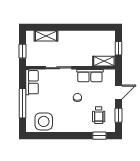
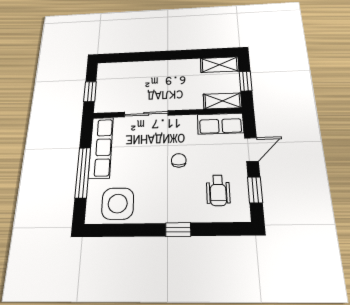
shelving: (46, 36) -> (220, 65), moved
row of seats: (90, 76) -> (220, 124), moved
row of seats: (32, 82) -> (101, 147), width x1.48
window: (99, 136) -> (178, 229), moved

